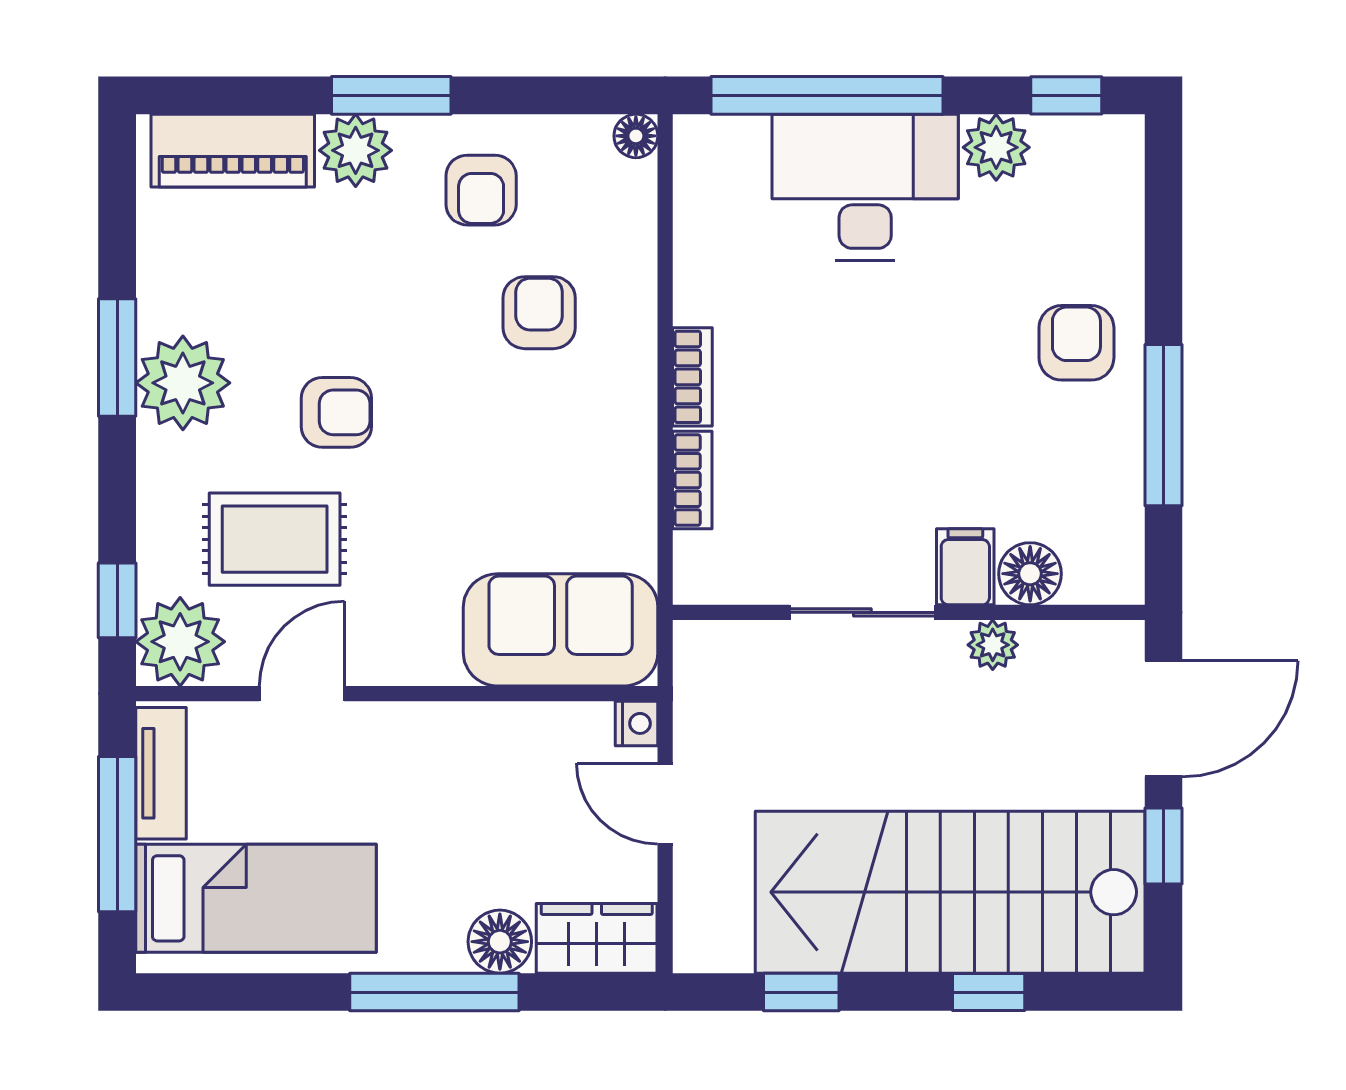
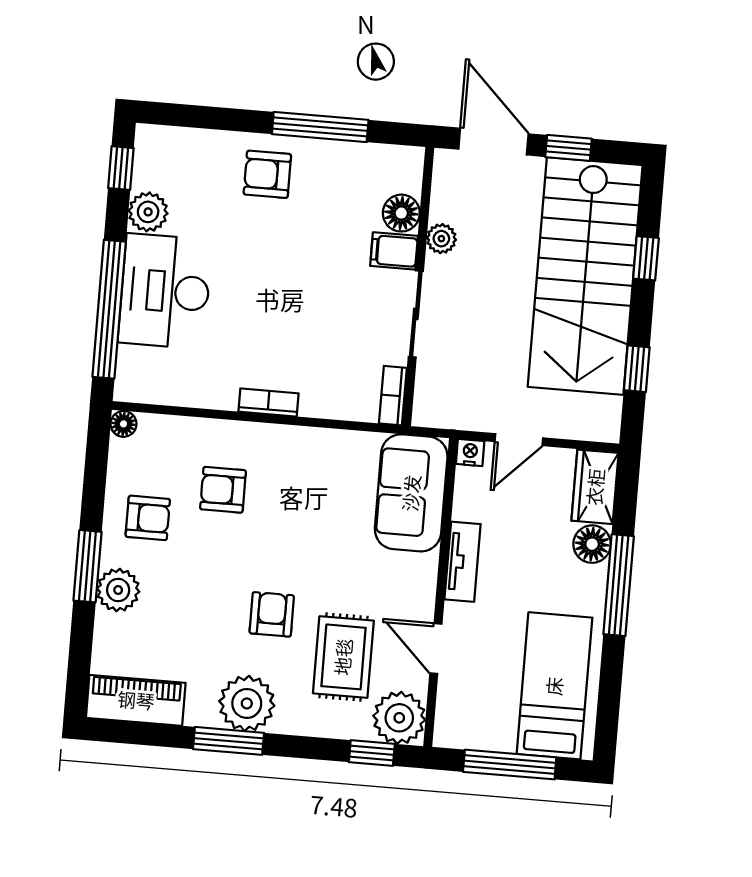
piano: (233, 151) -> (136, 700), moved, turned -90
bookcase: (692, 480) -> (393, 396), moved, turned -90
tv unit: (161, 773) -> (463, 562), moved, turned 90

